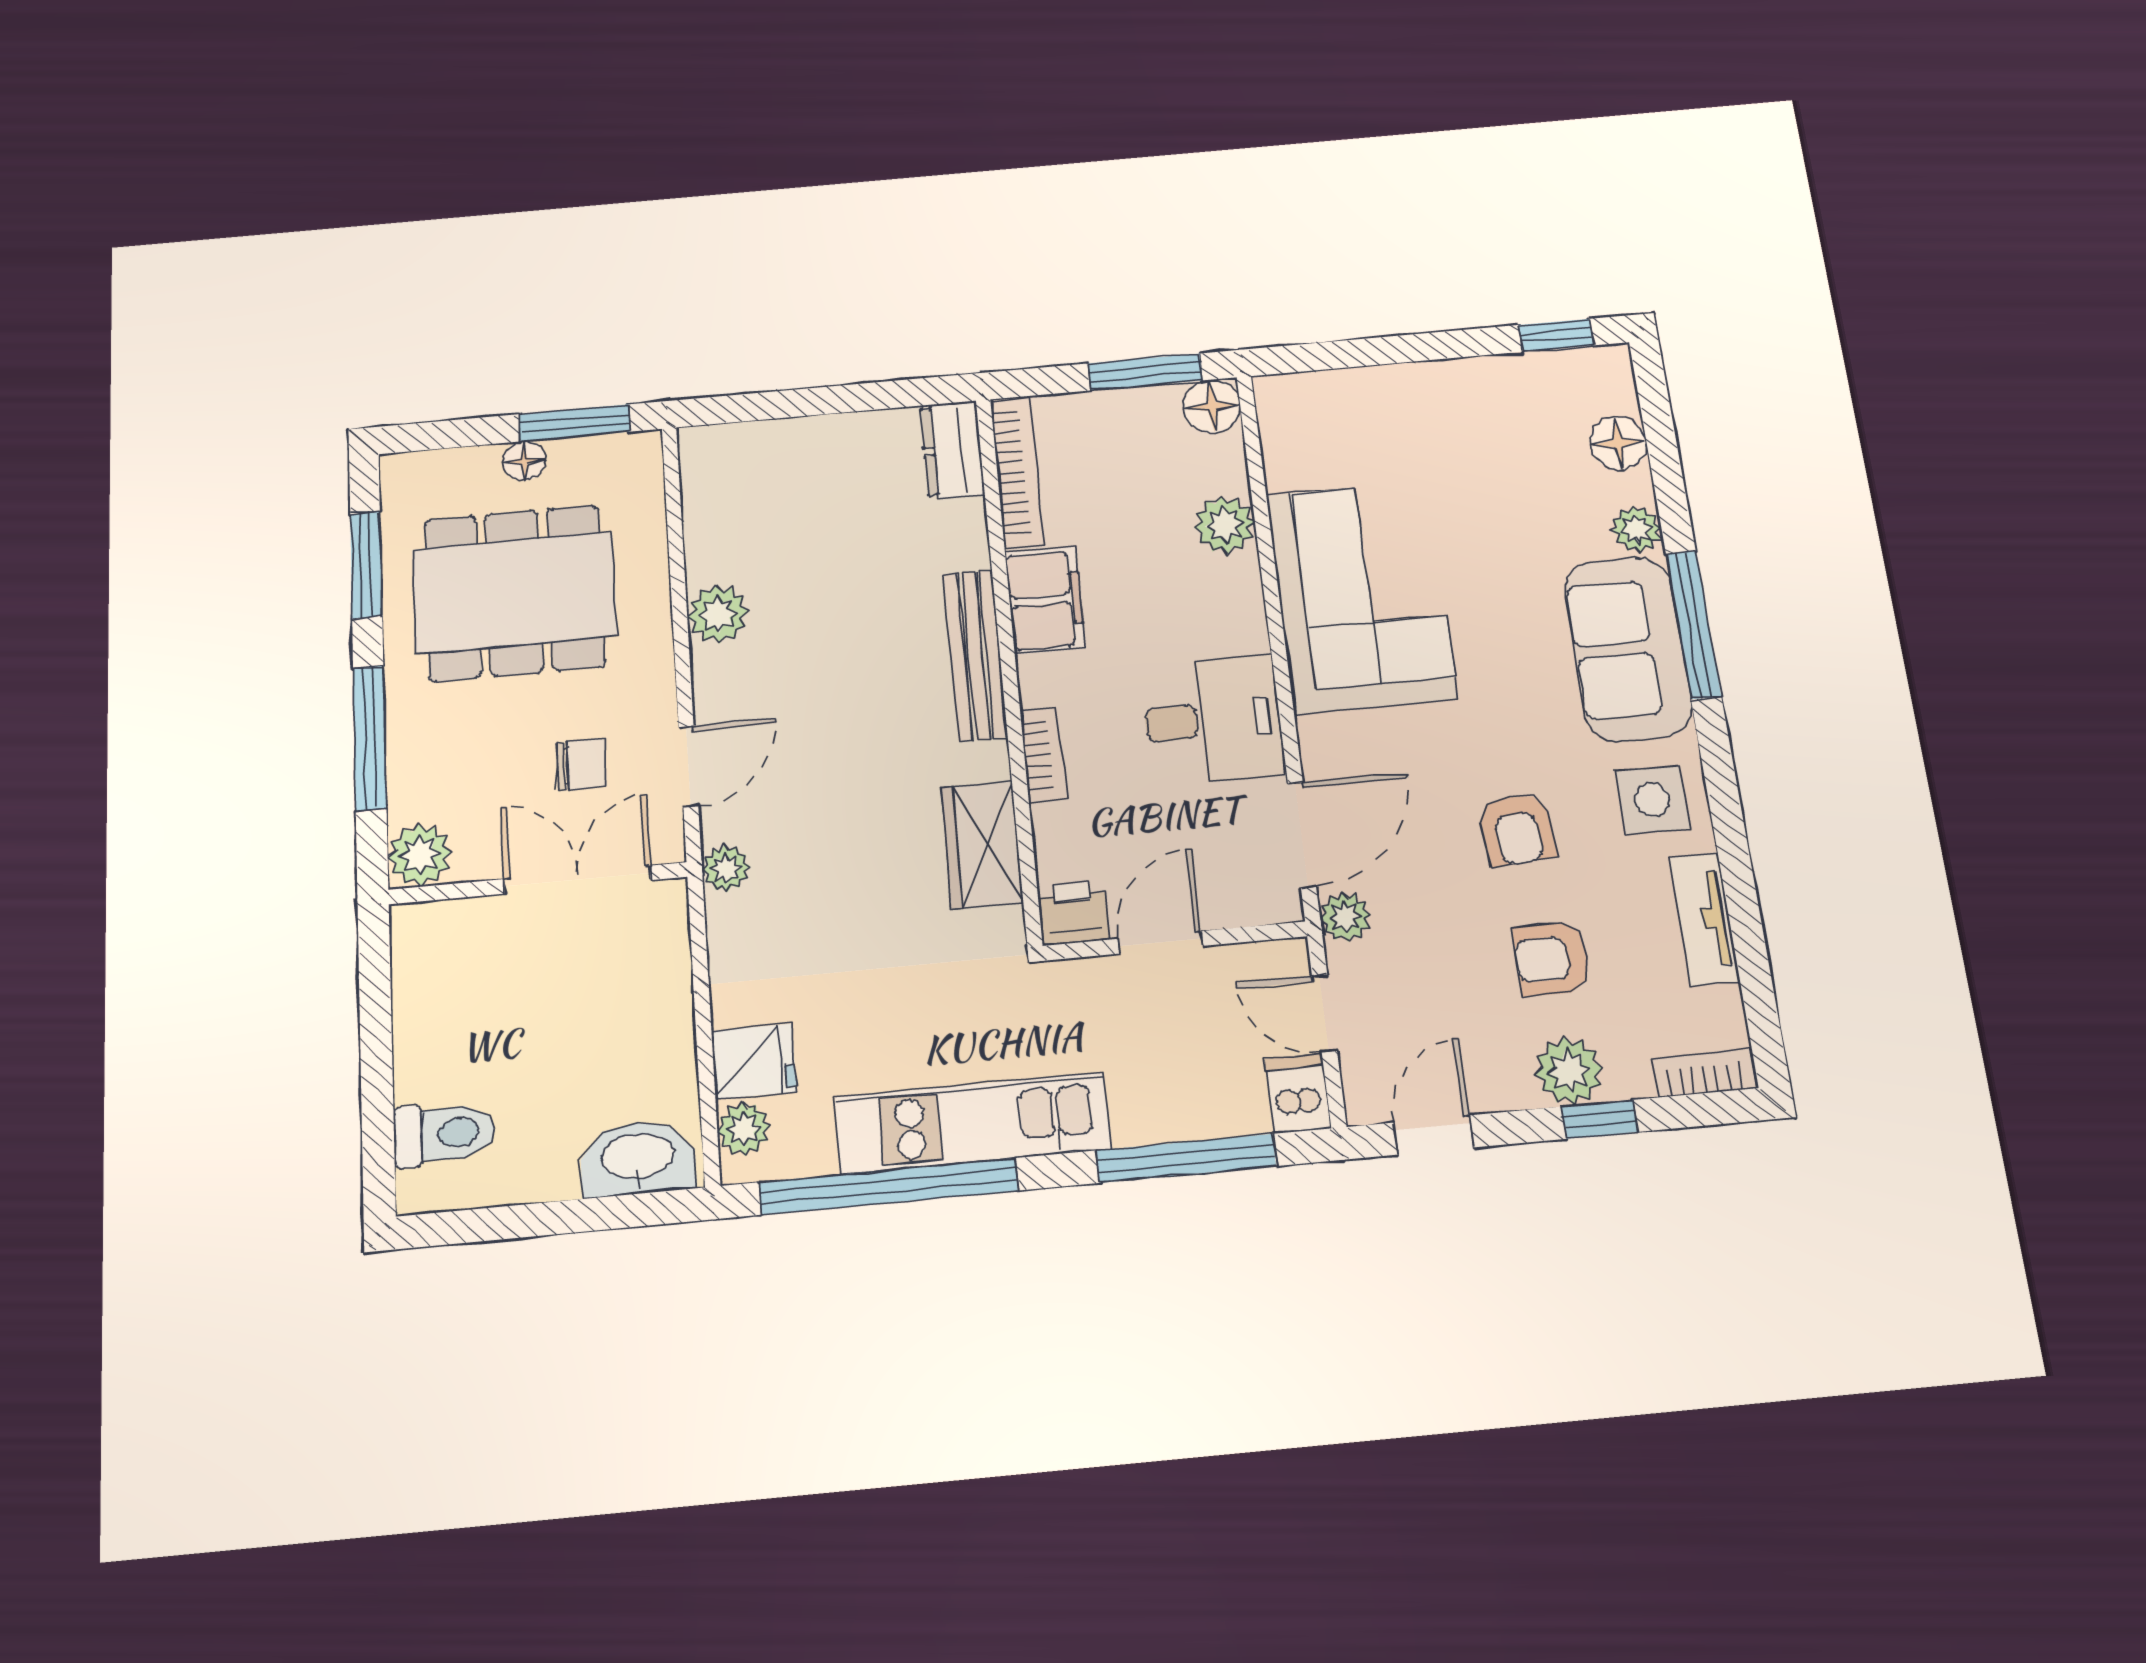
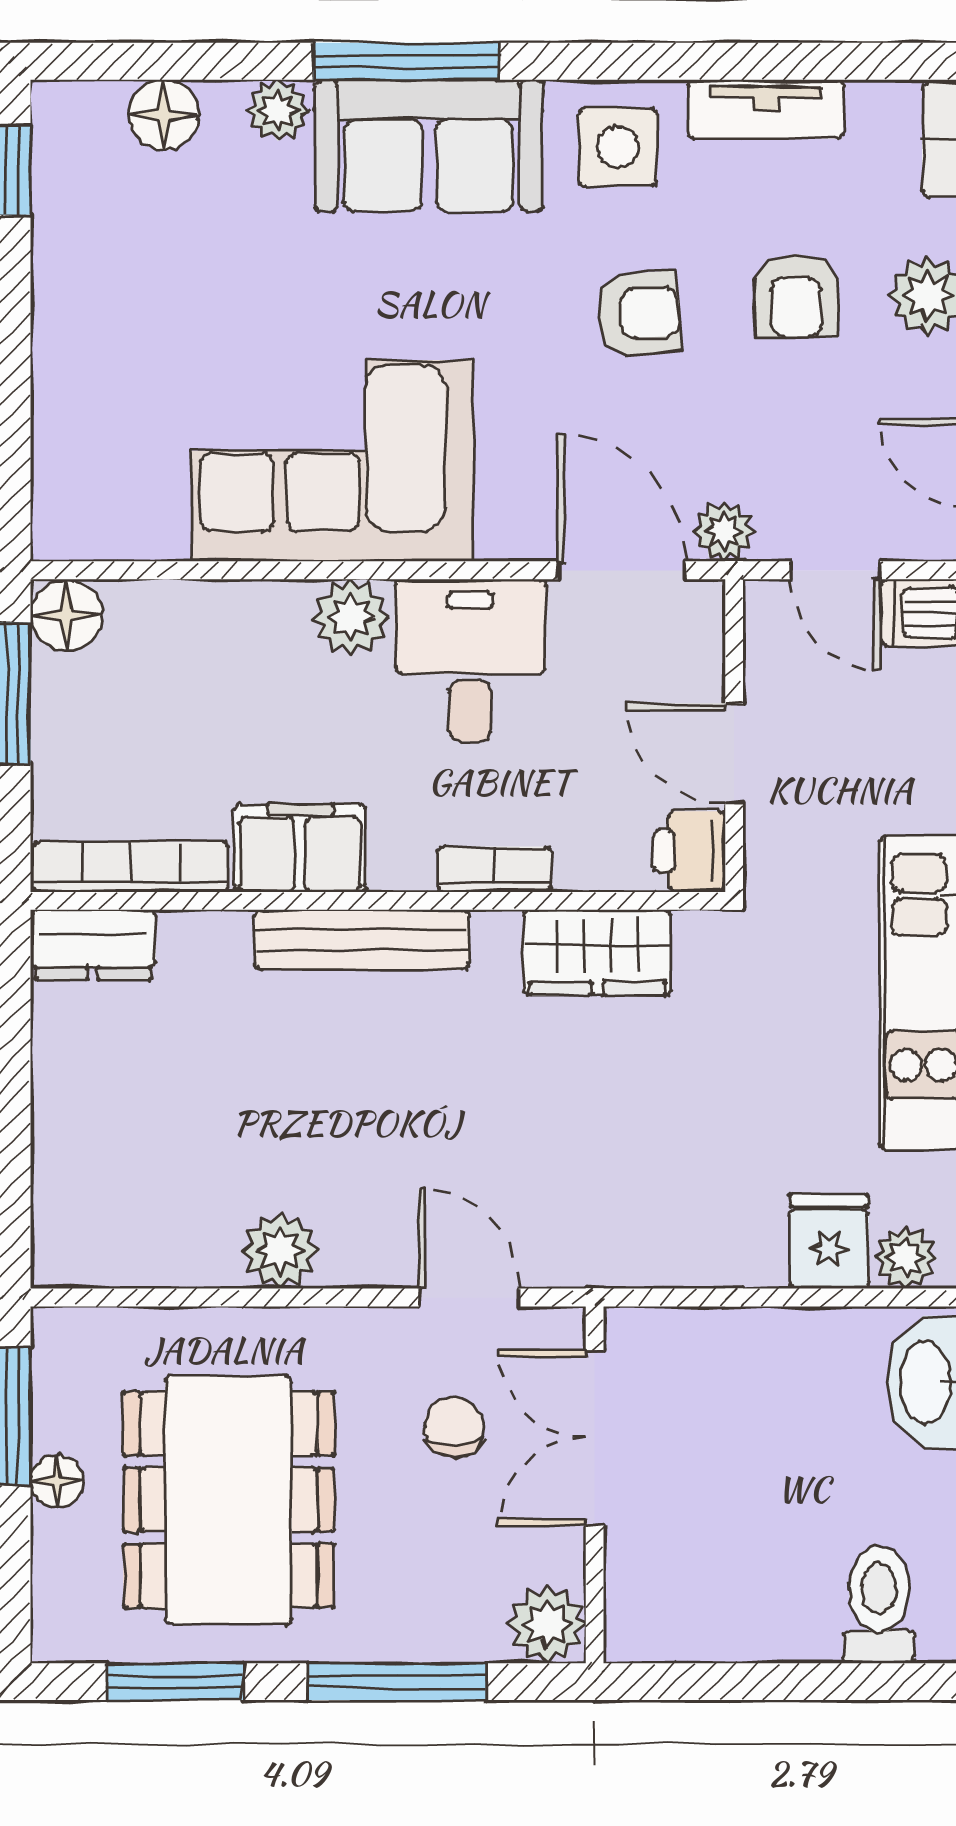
plant: (1225, 525) -> (351, 617), moved
plant: (726, 868) -> (597, 1260), removed
door: (1324, 1013) -> (835, 570), hinge flipped

